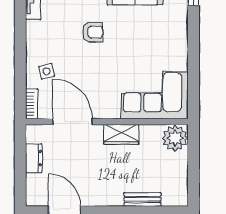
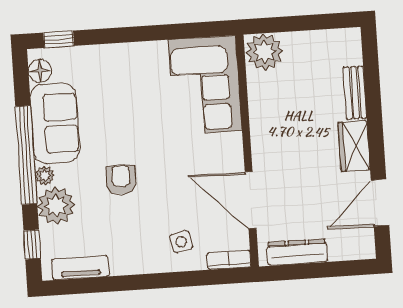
door: (72, 122) -> (251, 200), hinge flipped
wardrobe: (121, 134) -> (354, 146), moved, turned 180
dresser: (34, 158) -> (297, 252), width x1.44

